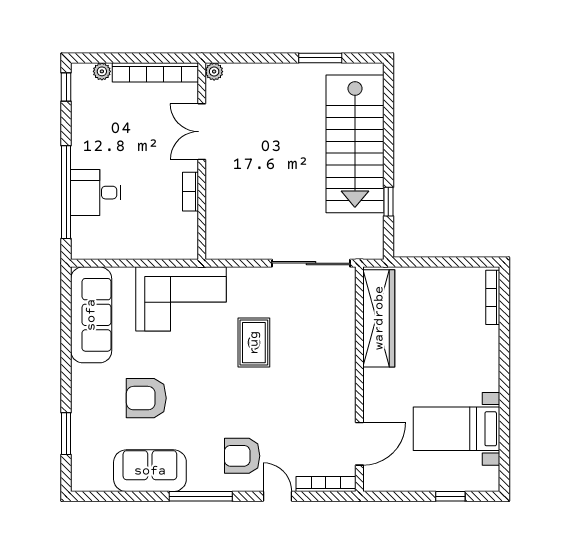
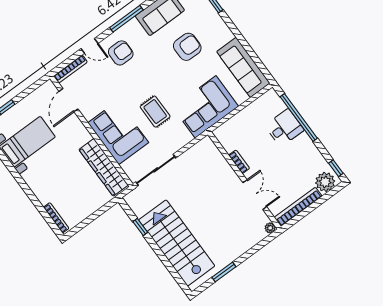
plant: (102, 71) -> (325, 182), width x1.87, depth x1.87
corner sofa: (325, 351) -> (118, 133), added

